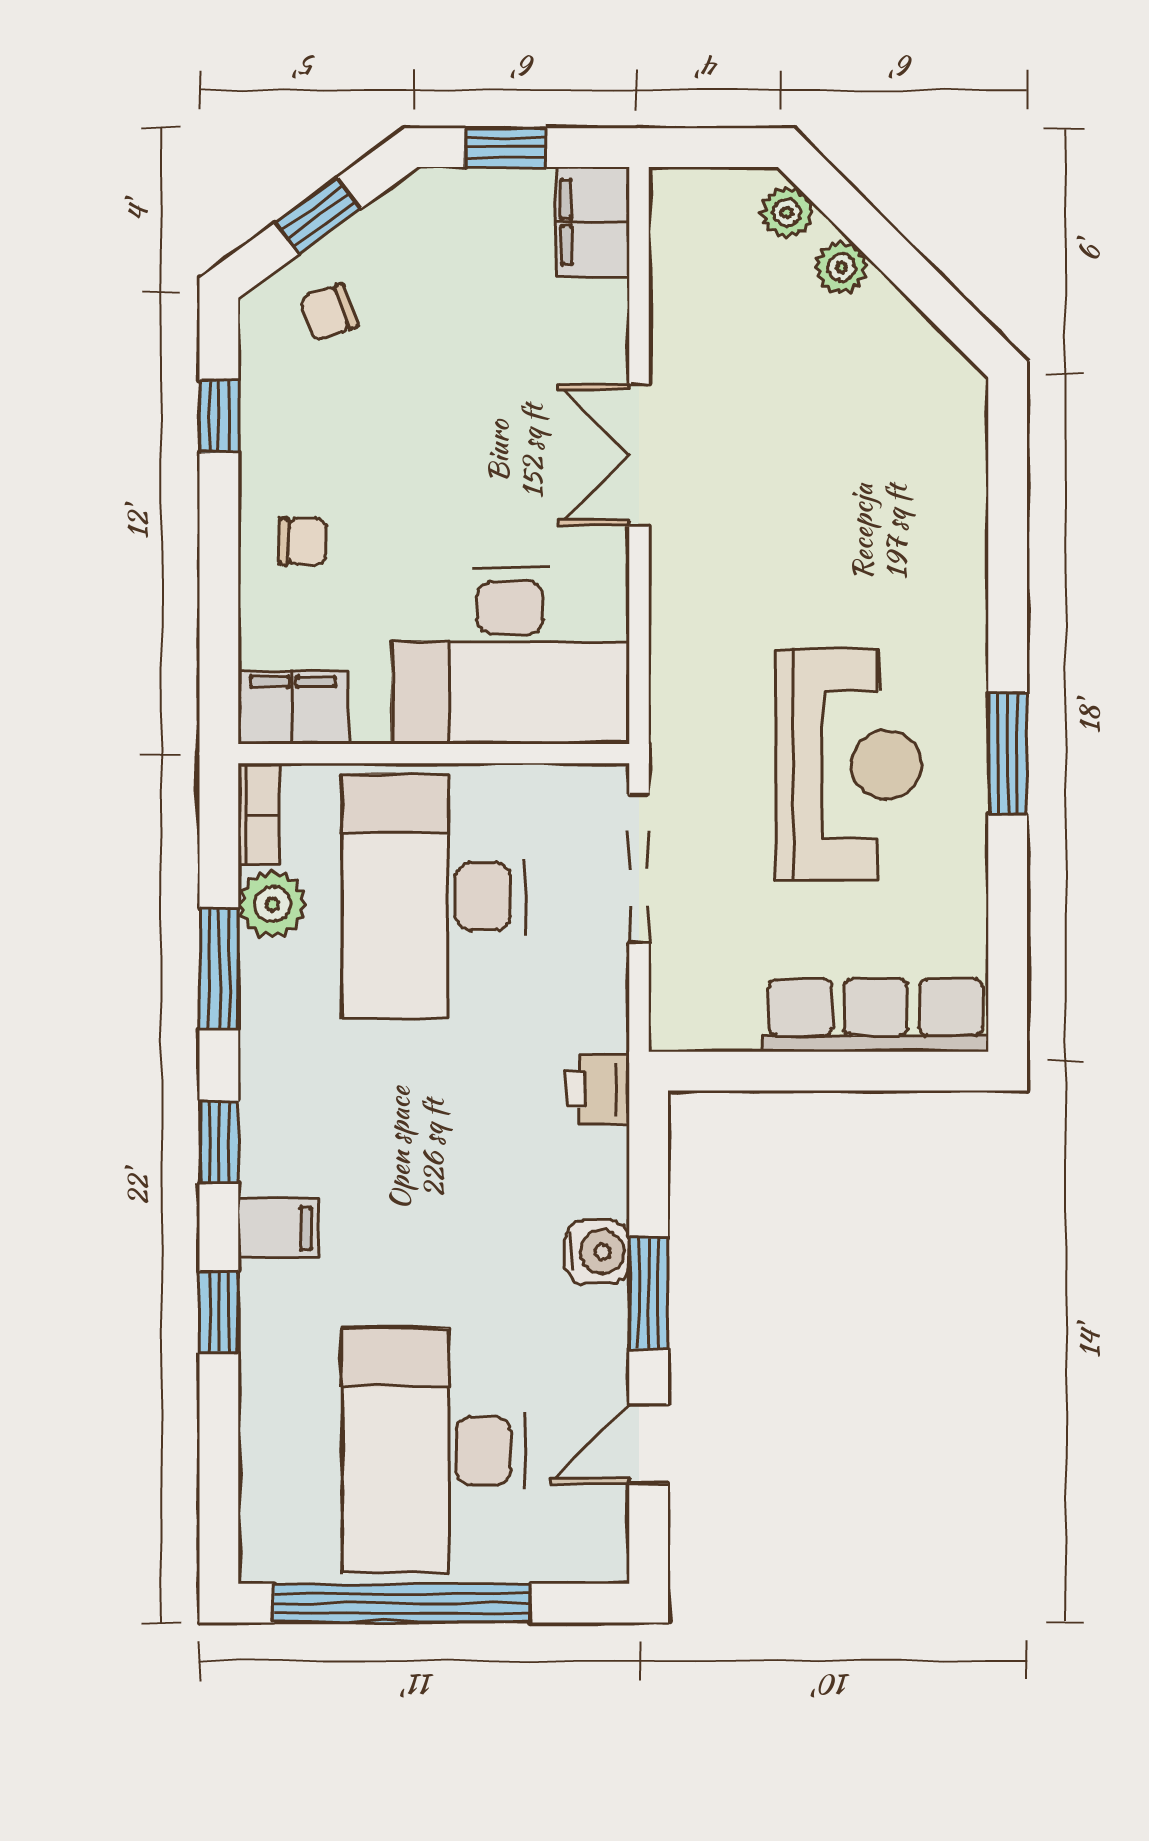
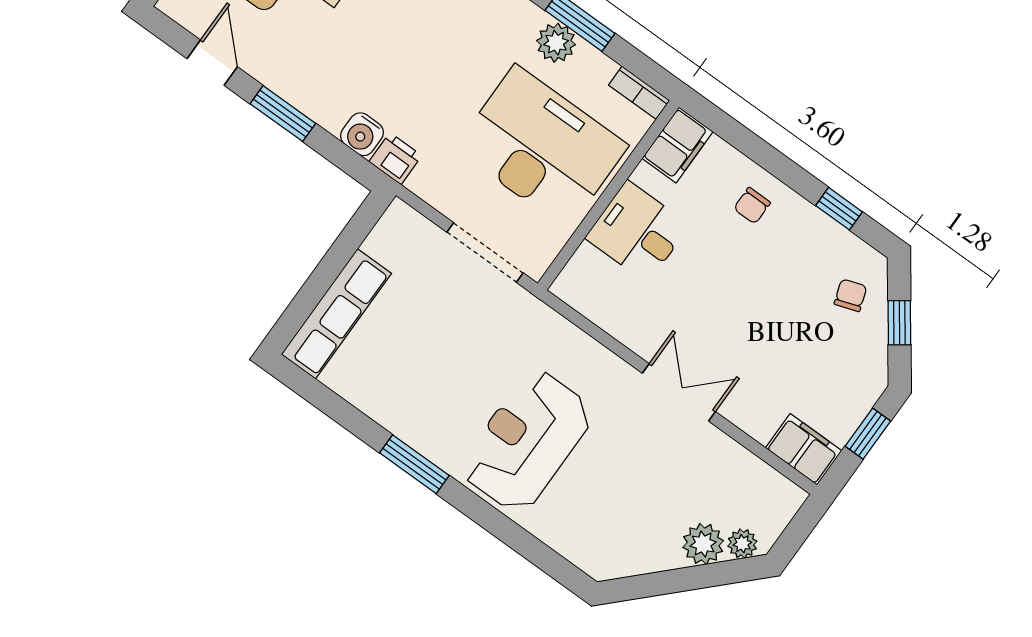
plant: (841, 267) -> (703, 544), width x1.38, depth x1.38
desk: (510, 655) -> (637, 232), width x0.53, depth x0.77
reception desk: (848, 765) -> (527, 441), moved, turned 90
plant: (272, 904) -> (556, 43), moved
water cooler: (597, 1252) -> (362, 134), moved

